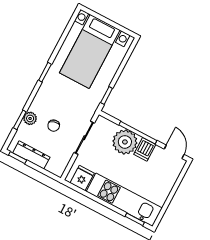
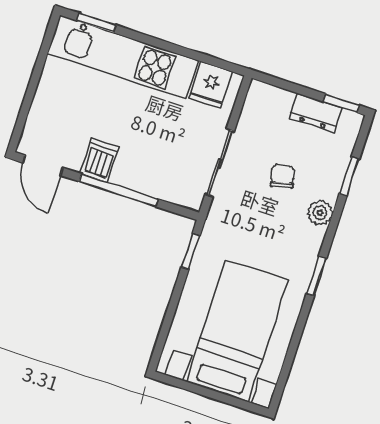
plant: (30, 118) -> (320, 213), moved
plant: (125, 142) -> (140, 168), removed
dresser: (31, 155) -> (316, 113), width x0.70

